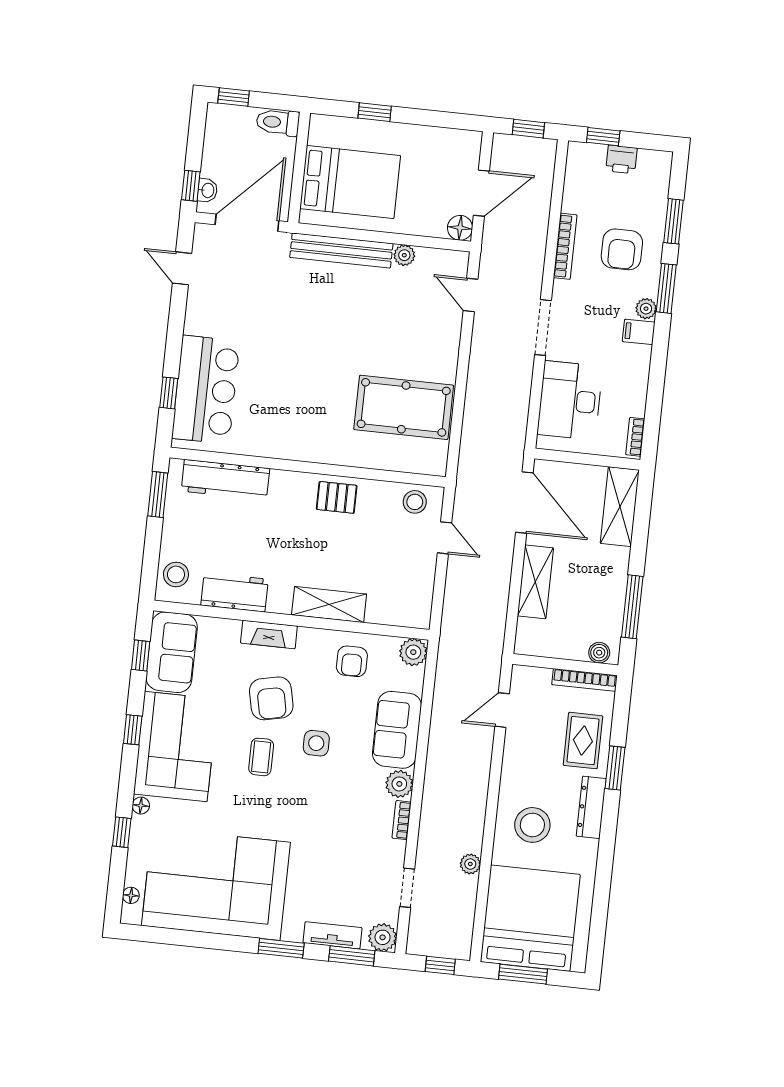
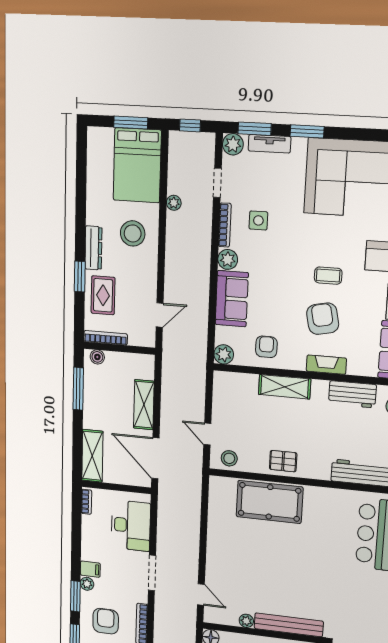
pool table: (404, 407) -> (269, 502), moved
side table: (316, 743) -> (258, 220), moved
coffee table: (261, 757) -> (328, 276), turned 90
bookcase: (402, 820) -> (225, 225), width x1.56
bed: (530, 918) -> (137, 165), width x0.73

